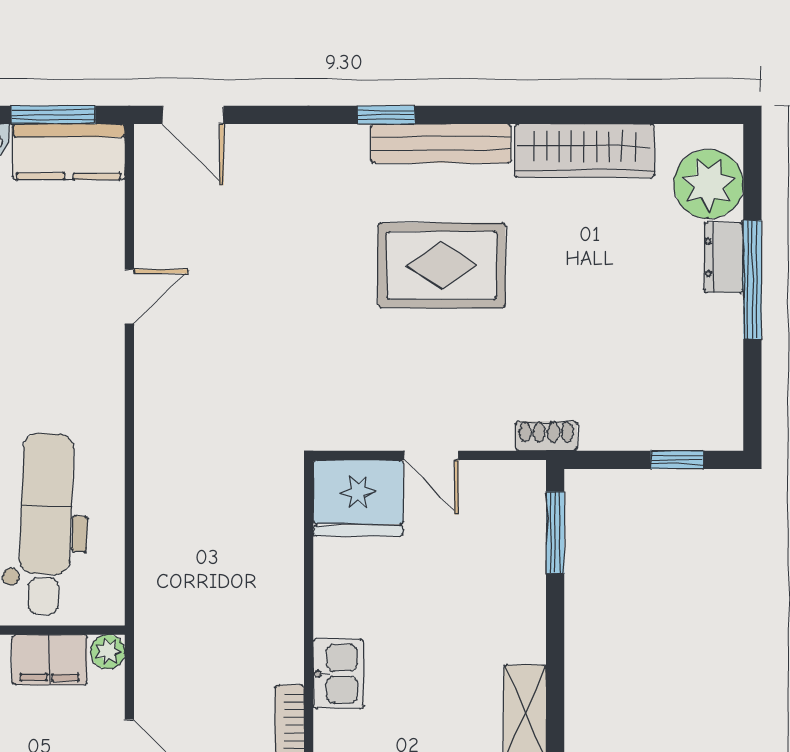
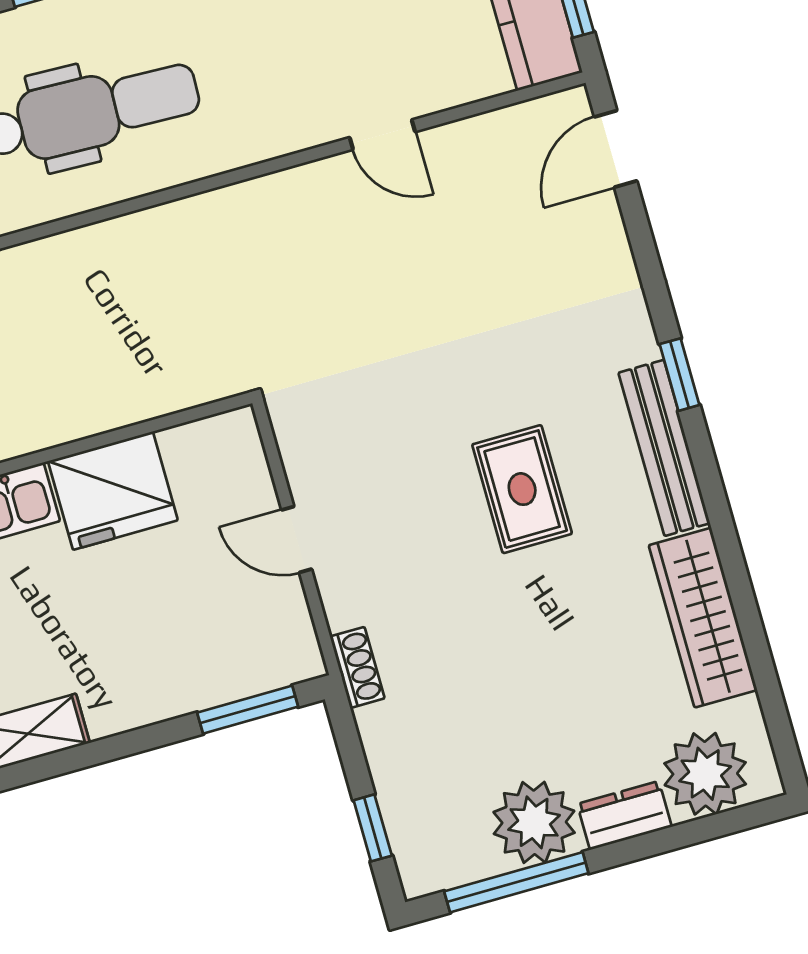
rug: (442, 265) -> (522, 489), width x0.73, depth x0.70
window: (752, 280) -> (516, 882), moved
plant: (709, 331) -> (534, 822), added
door: (431, 455) -> (297, 539), hinge flipped
fridge: (358, 498) -> (113, 491), moved, turned -90

